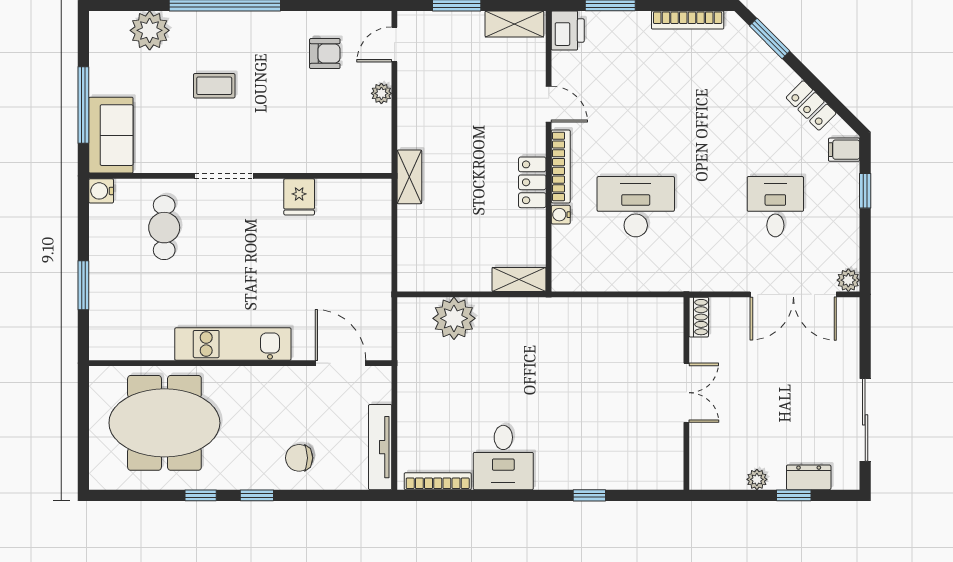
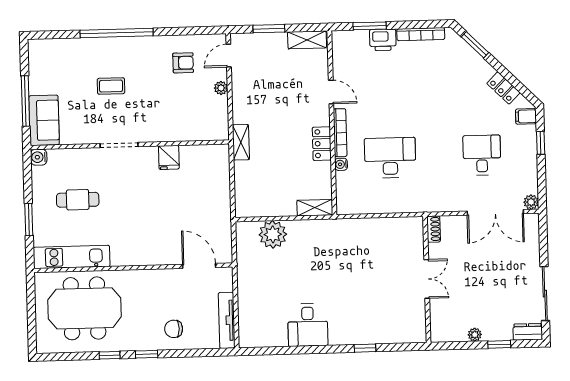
plant: (150, 30) -> (68, 51), removed
printer: (568, 31) -> (383, 40), moved, turned 90
cafe table: (164, 228) -> (78, 200), moved, turned 90
kitchen unit: (233, 344) -> (72, 257), moved
dresser: (809, 477) -> (528, 332), moved
bookcase: (438, 481) -> (265, 342), removed

